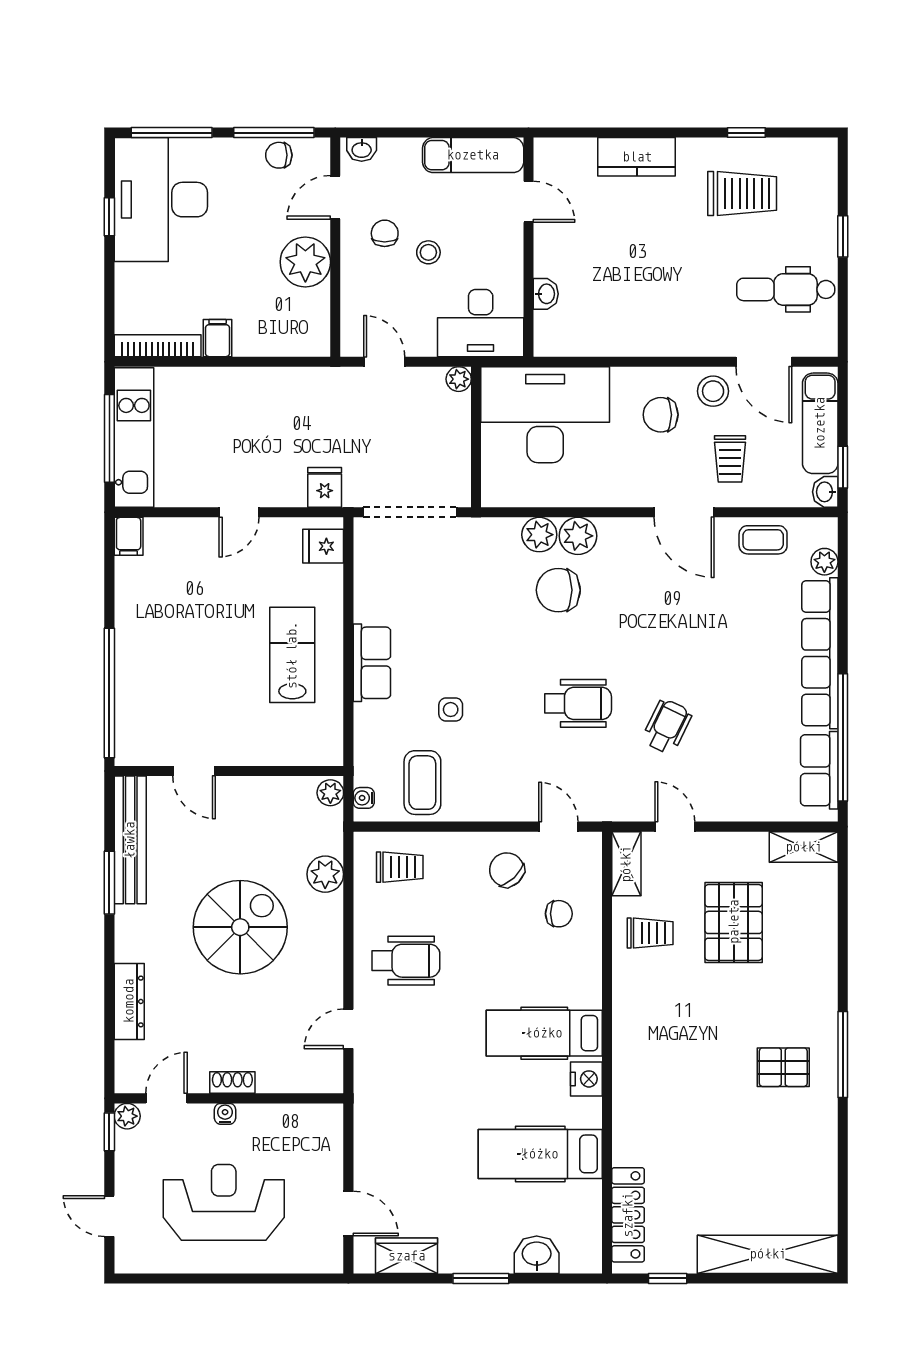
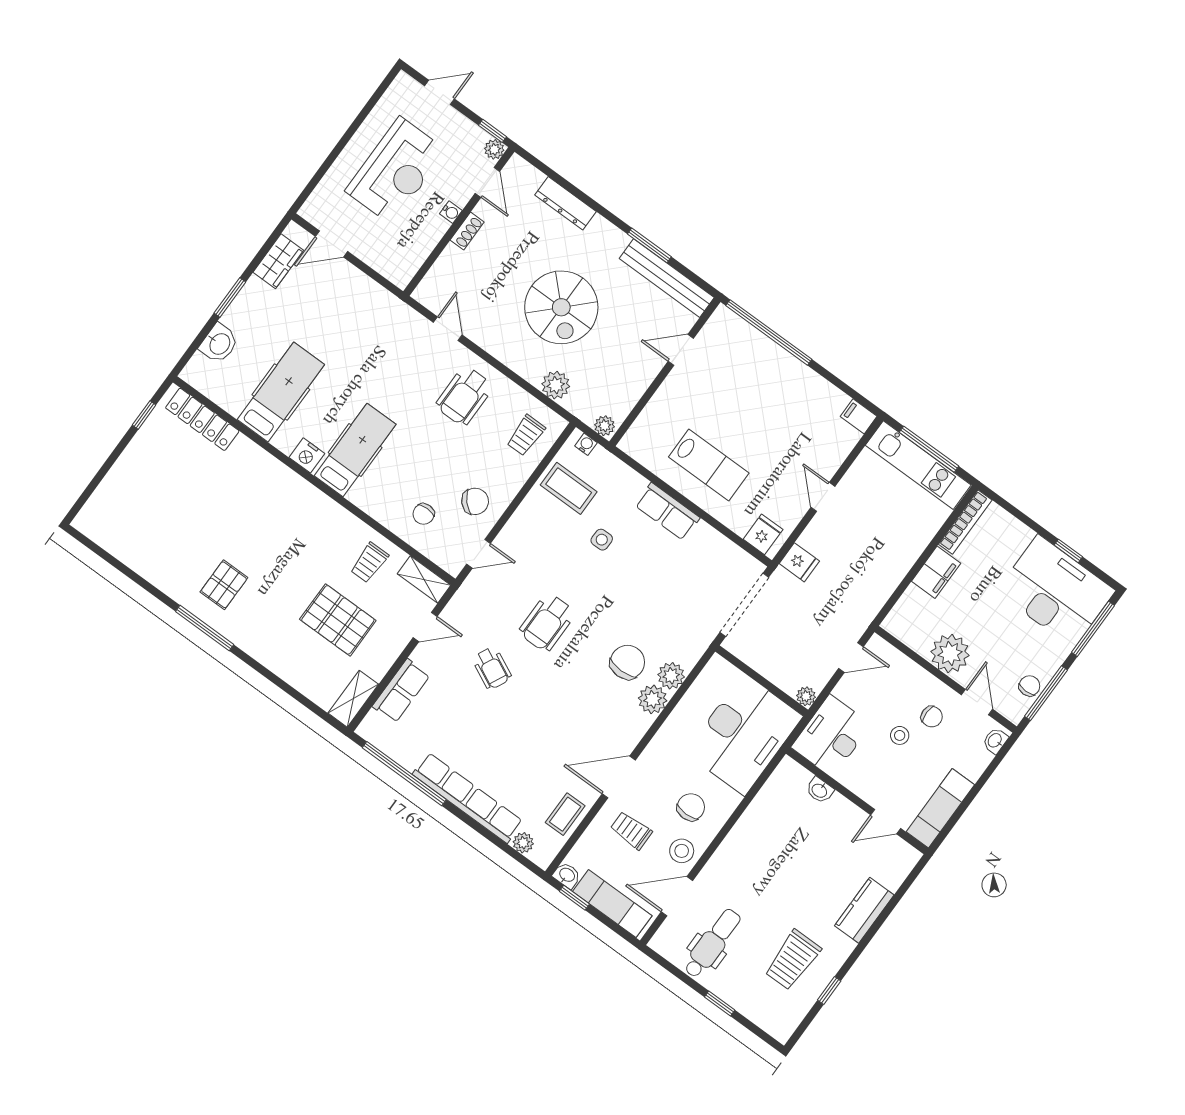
filing cabinet: (218, 338) -> (936, 572), width x2.00
row of seats: (819, 770) -> (401, 691), moved, turned 90
shelving: (768, 1254) -> (113, 489), removed

